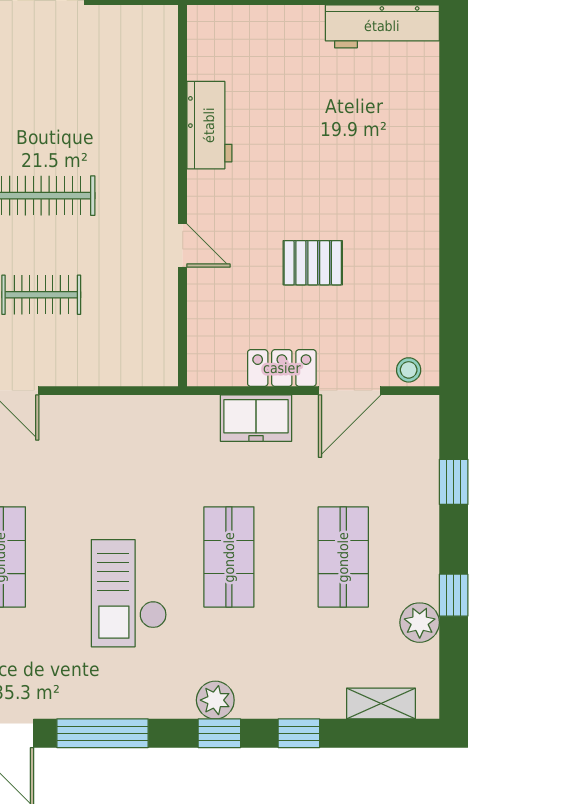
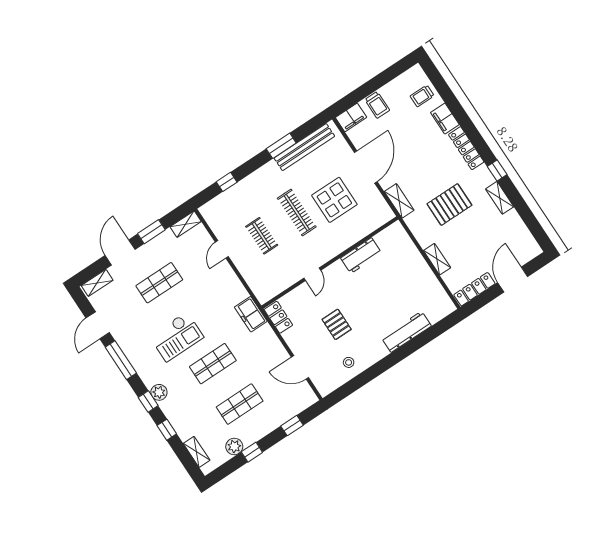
workbench: (382, 26) -> (406, 332), moved, turned 90
display table: (65, 105) -> (334, 200), added
locker: (282, 368) -> (278, 317), moved
stool: (409, 370) -> (349, 362), moved
freezer: (256, 418) -> (251, 314), moved
checkout: (129, 593) -> (177, 337), turned 180

